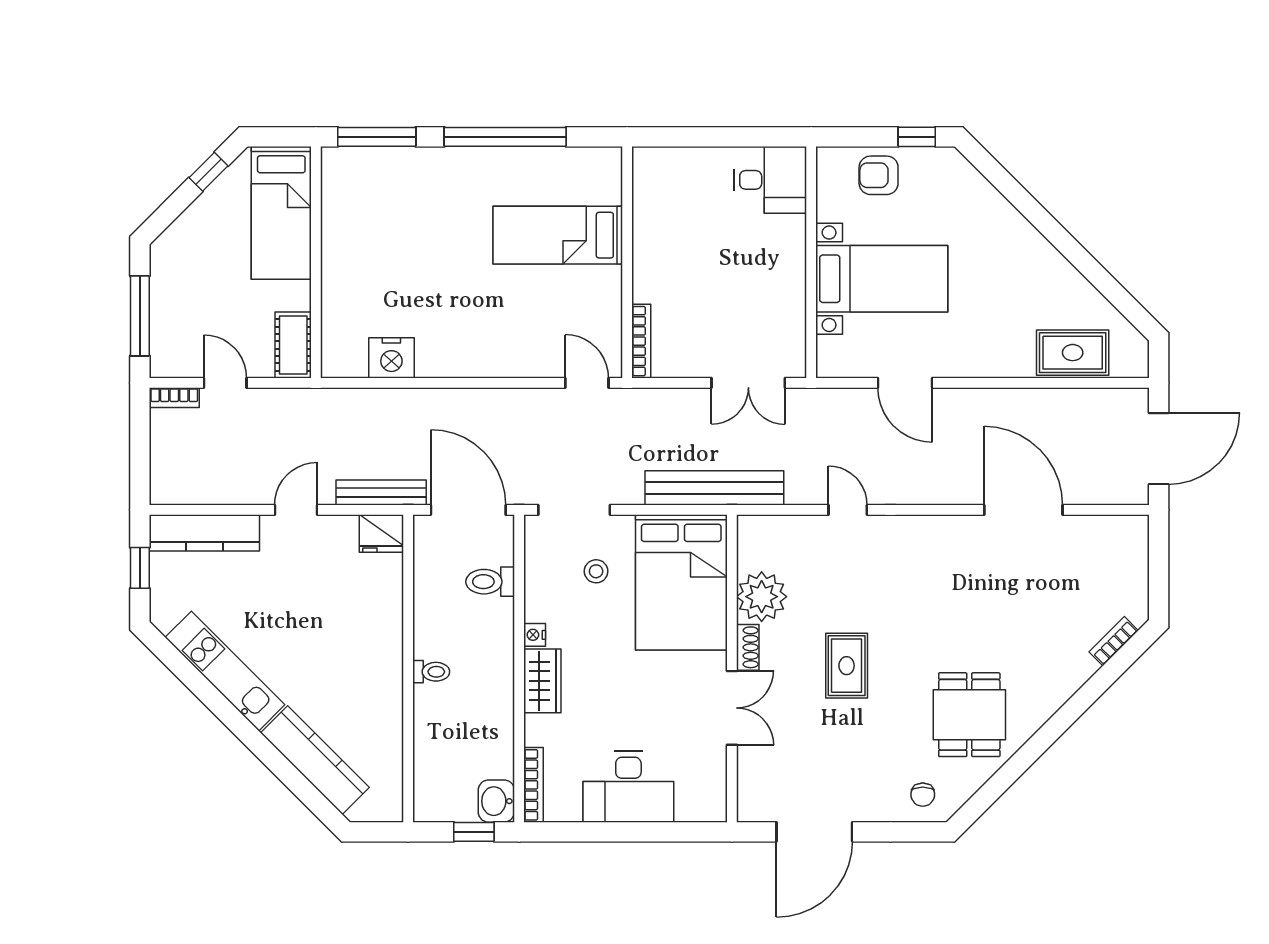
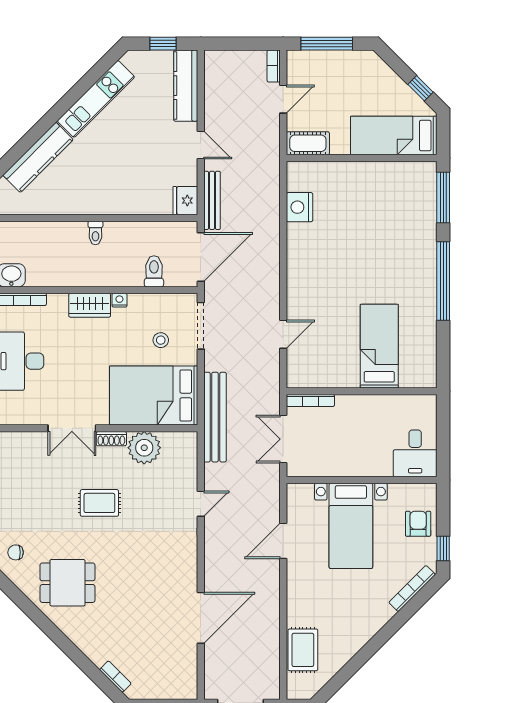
bookcase: (978, 185) -> (412, 588), added
bed: (558, 235) -> (379, 346), moved
wall: (627, 262) -> (362, 391), moved
bookcase: (641, 341) -> (310, 400), moved

